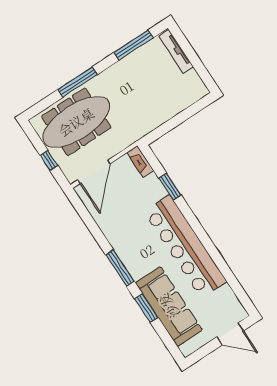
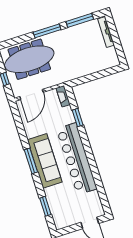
window: (78, 82) -> (47, 31), moved
sofa: (169, 306) -> (45, 161), moved
window: (146, 308) -> (45, 206), moved

